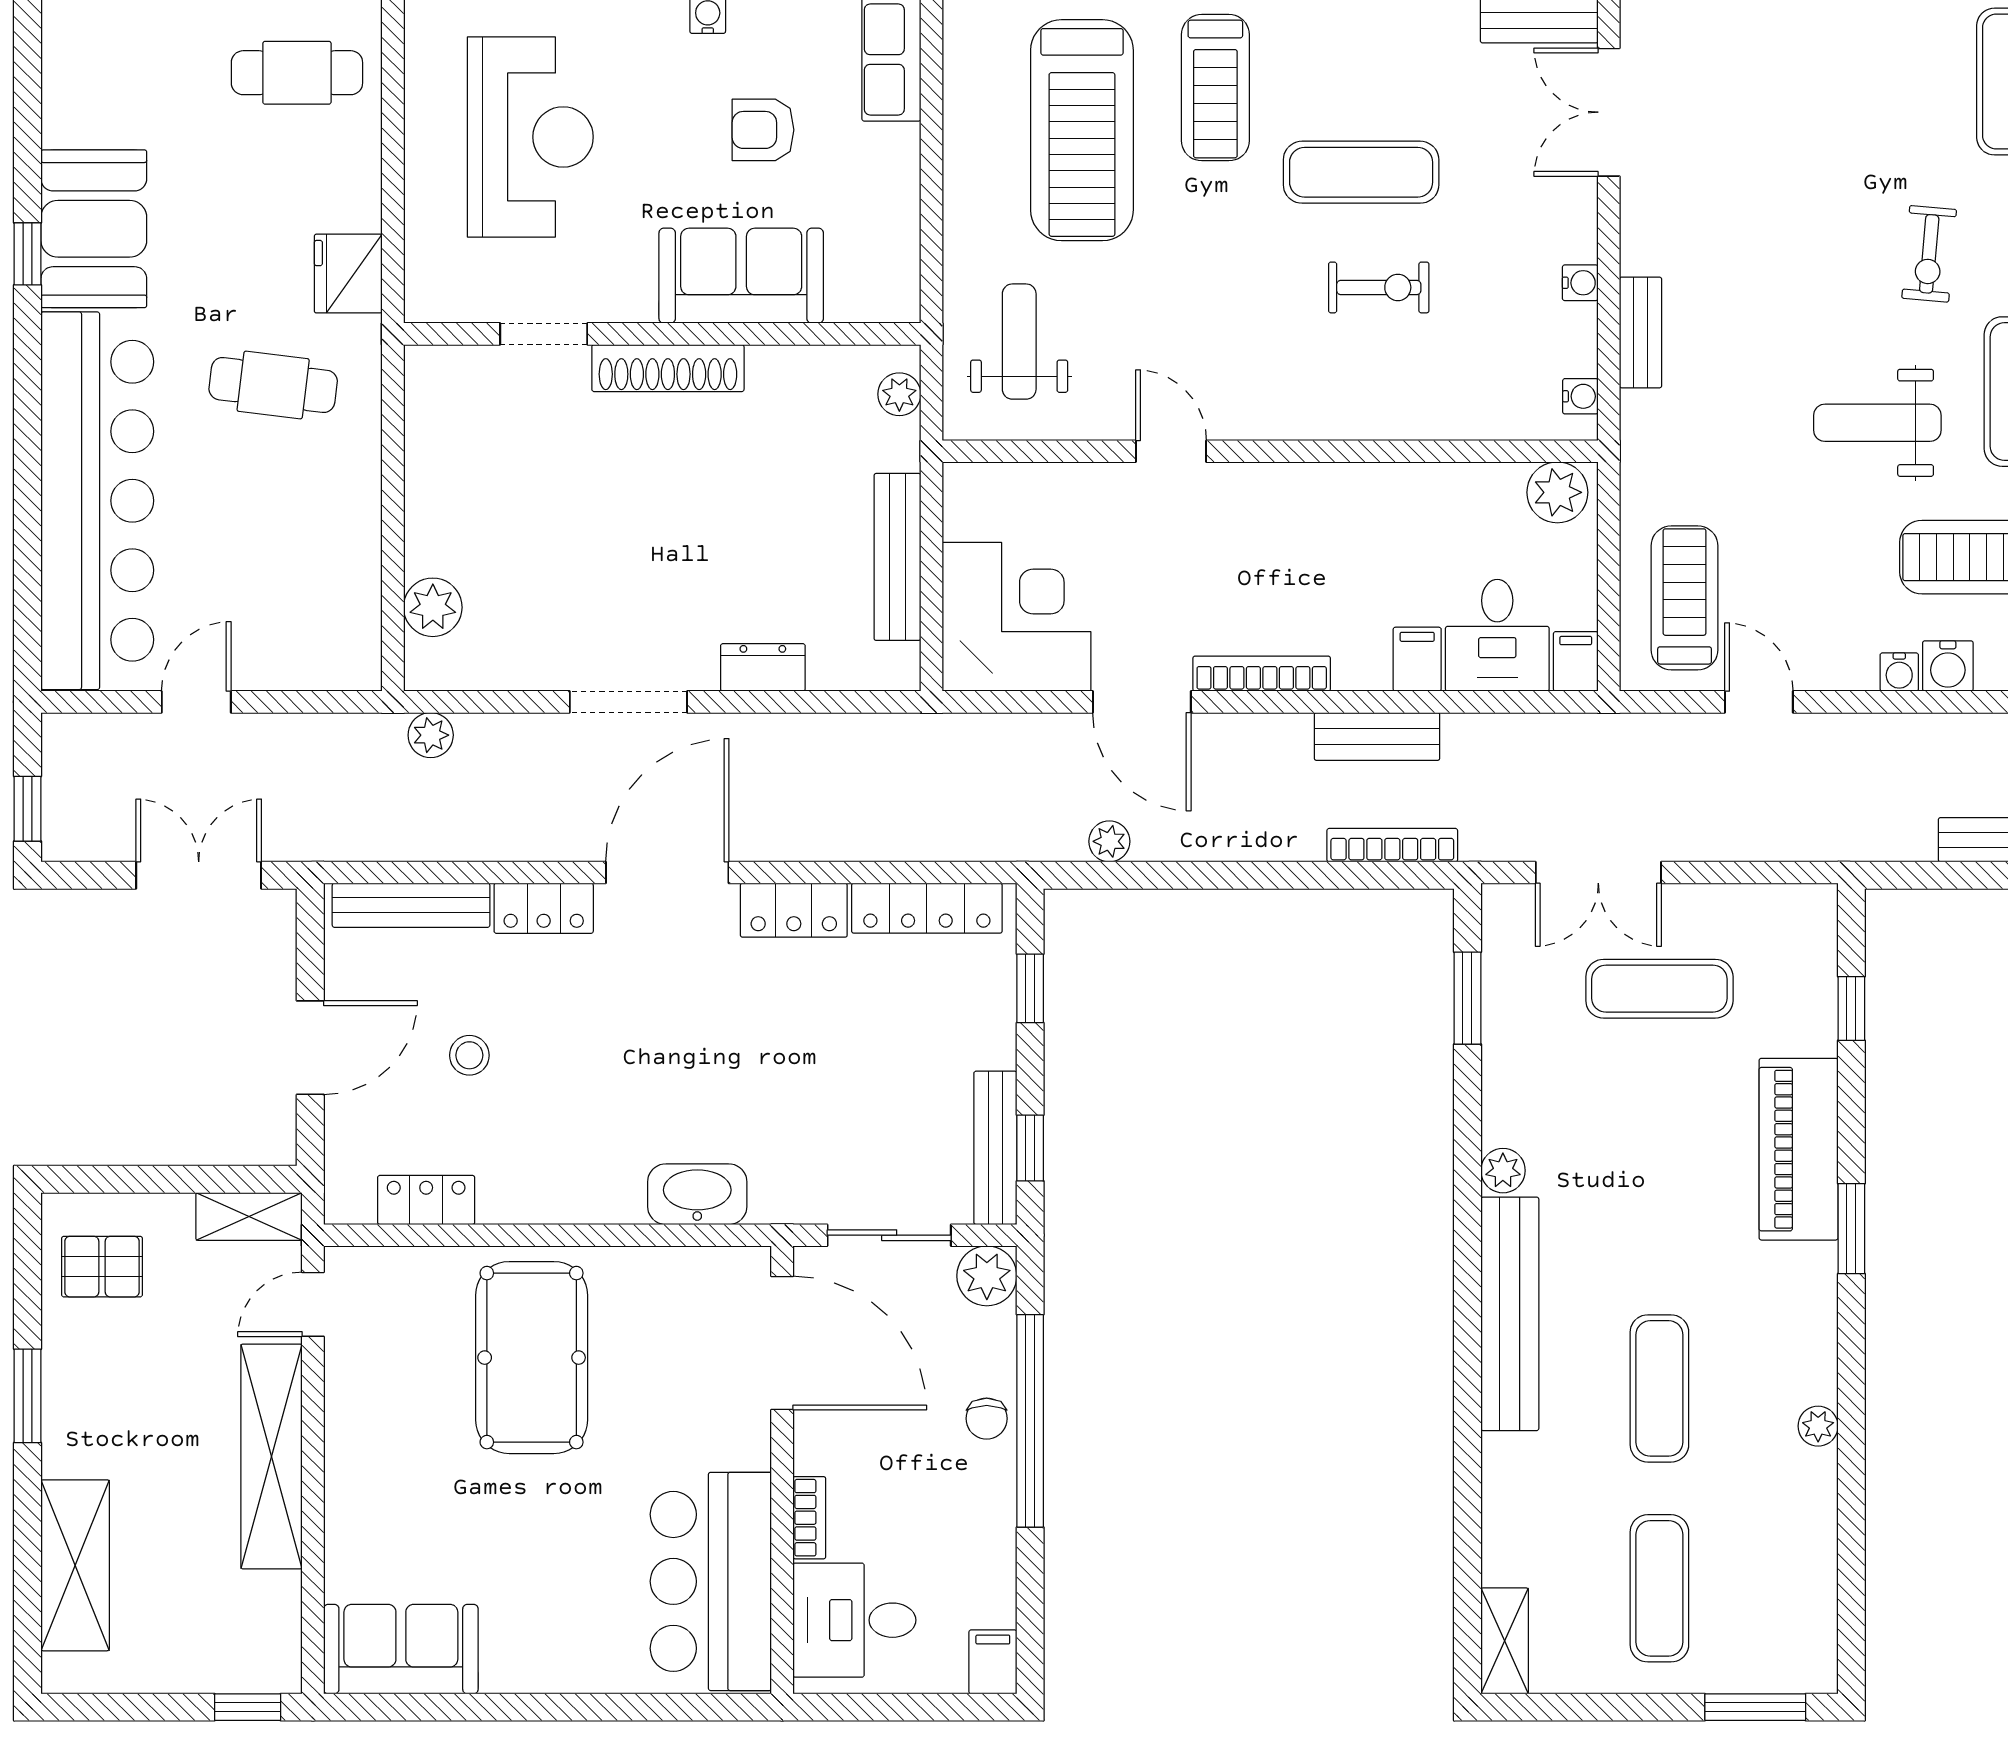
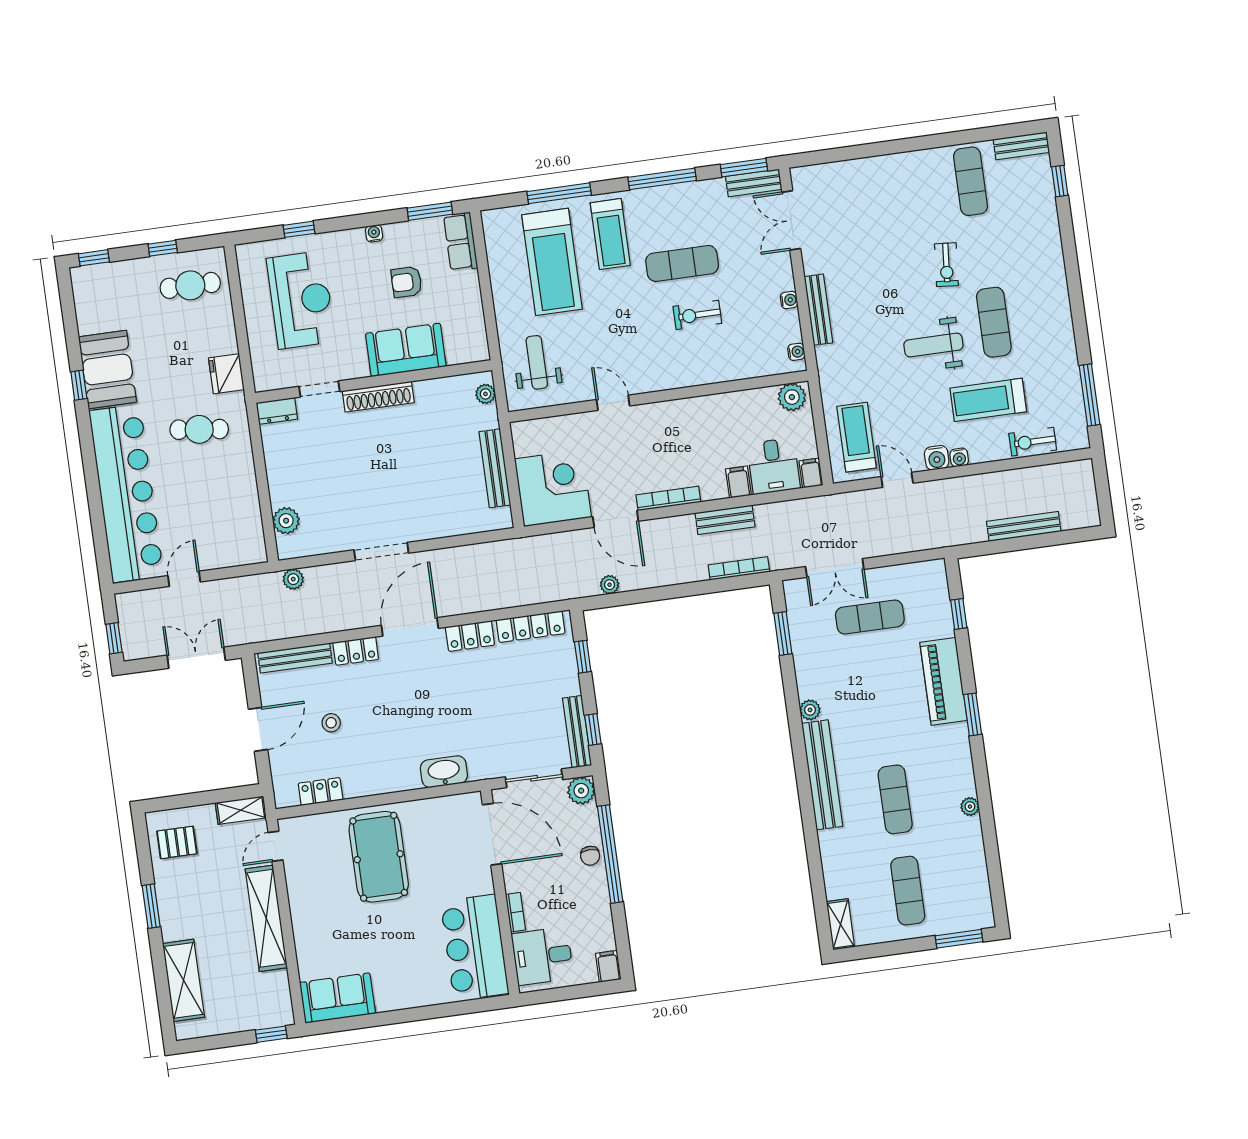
exercise bike: (1379, 287) -> (697, 315), turned 180
bench: (1641, 332) -> (818, 310), width x1.36
water cooler: (1948, 666) -> (937, 458), moved
dresser: (763, 667) -> (277, 411), moved, turned 180

